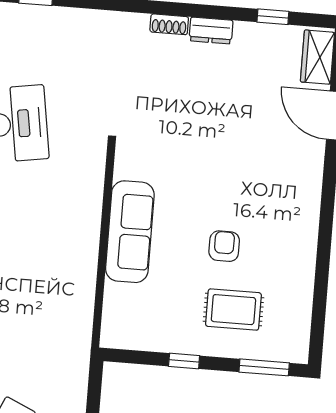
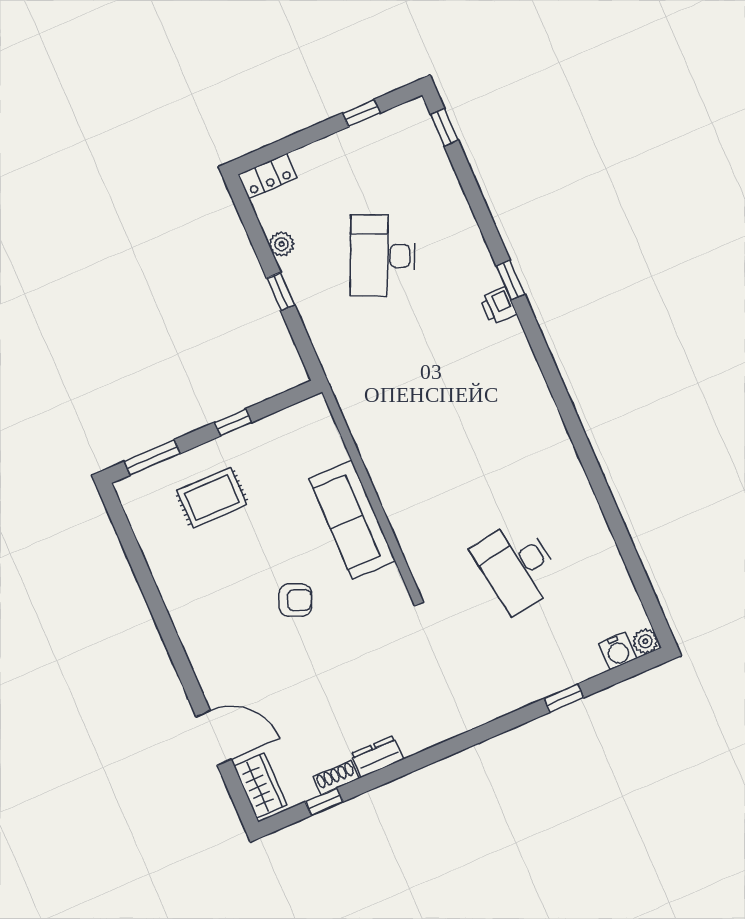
shoe rack: (169, 24) -> (336, 778), moved
armchair: (224, 246) -> (295, 600), moved, turned -67

